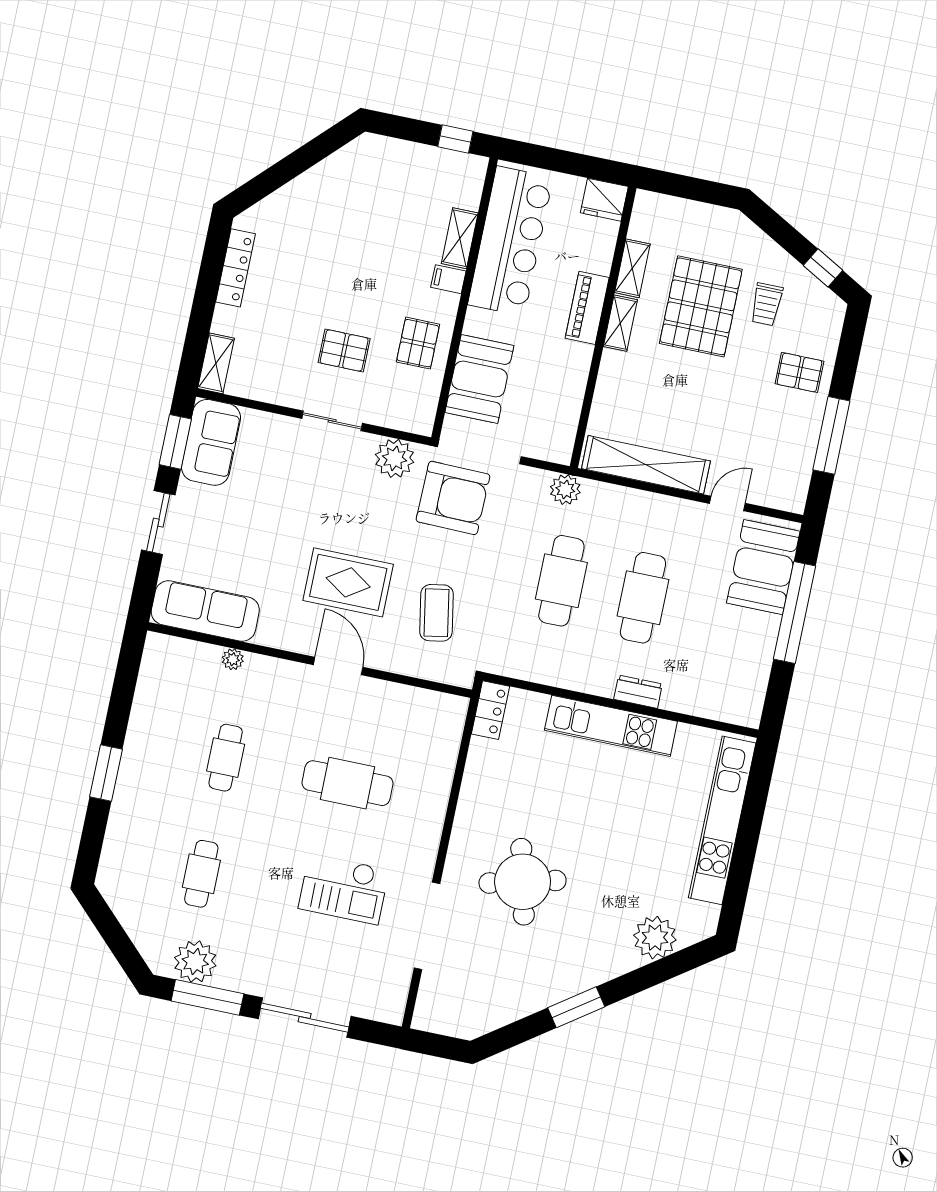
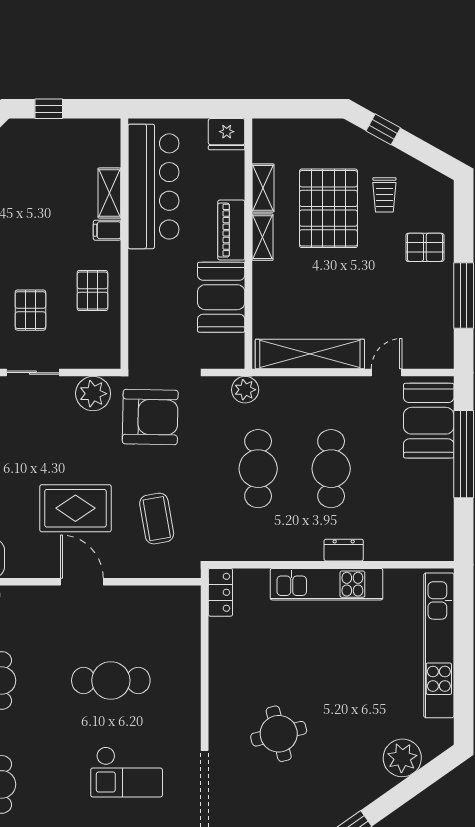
window: (455, 139) -> (49, 109), moved
window: (823, 268) -> (383, 129), moved
pallet: (344, 351) -> (30, 310), turned 90
booth: (479, 379) -> (221, 297), moved
round table: (523, 882) -> (279, 734), width x0.73, depth x0.73

